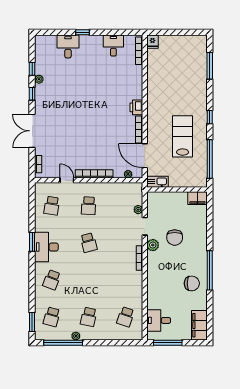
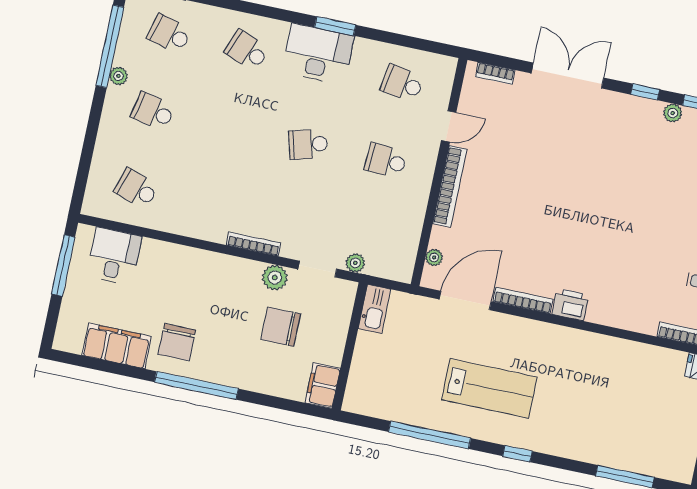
kitchen sink: (157, 182) -> (374, 309), moved
wall: (177, 190) -> (350, 346), moved
filing cabinet: (197, 198) -> (323, 385), moved
filing cabinet: (199, 325) -> (117, 346), moved

